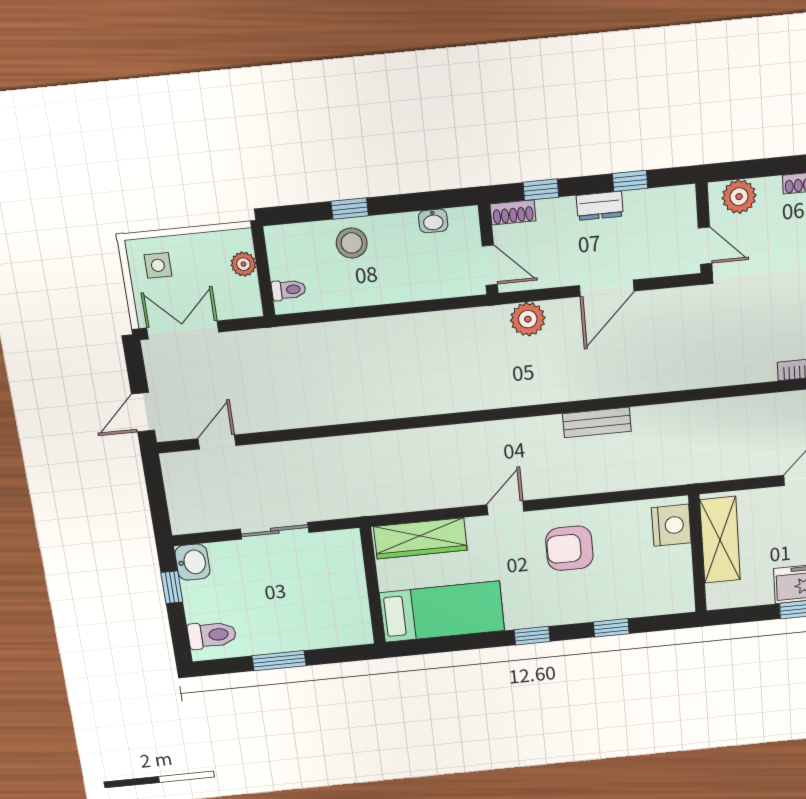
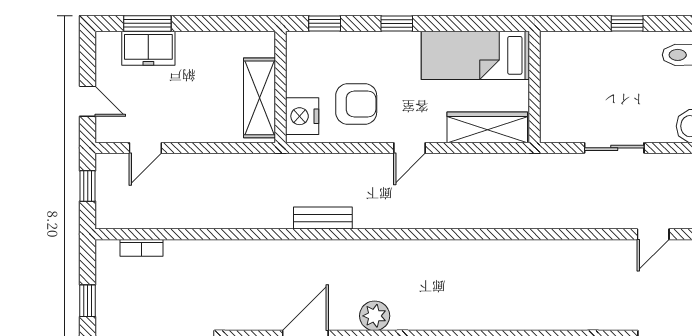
nightstand: (671, 525) -> (302, 116), moved
shelving: (720, 540) -> (259, 98), moved
wall: (697, 554) -> (281, 87), moved
window: (279, 661) -> (627, 23), width x0.67

